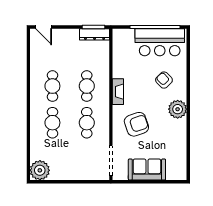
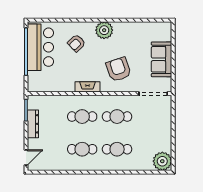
dresser: (95, 34) -> (33, 124), moved

